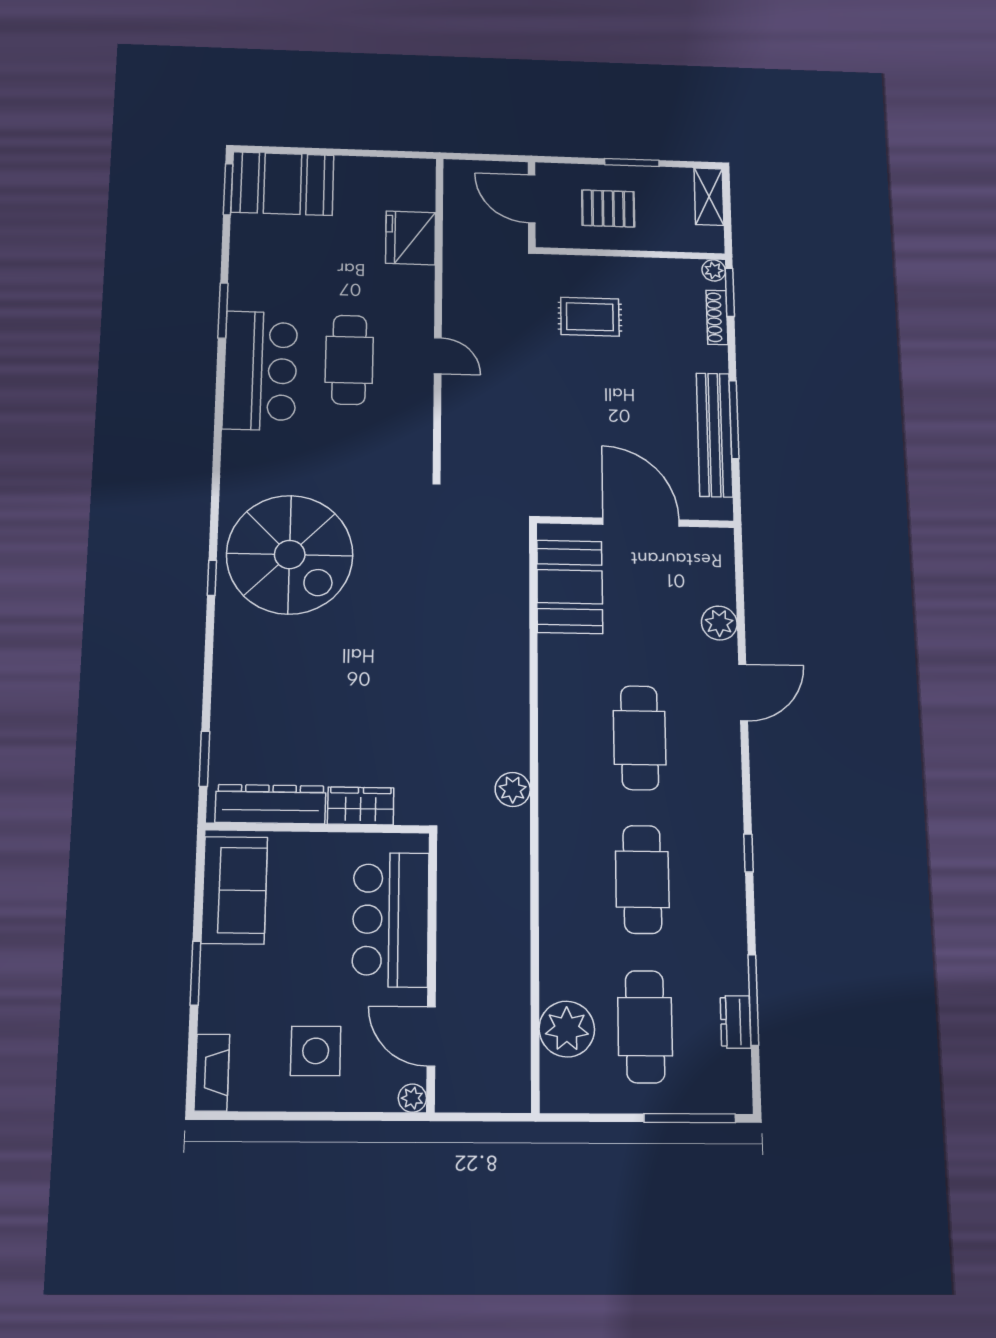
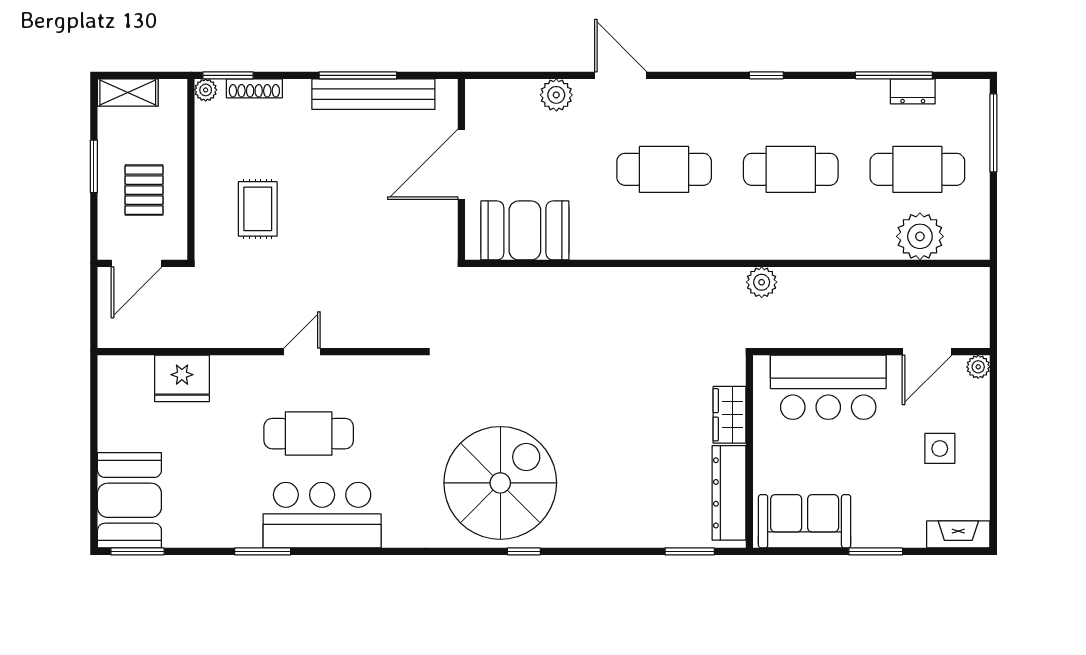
plant: (513, 789) -> (762, 282), moved
side table: (316, 1051) -> (940, 448), width x0.73, depth x0.73

